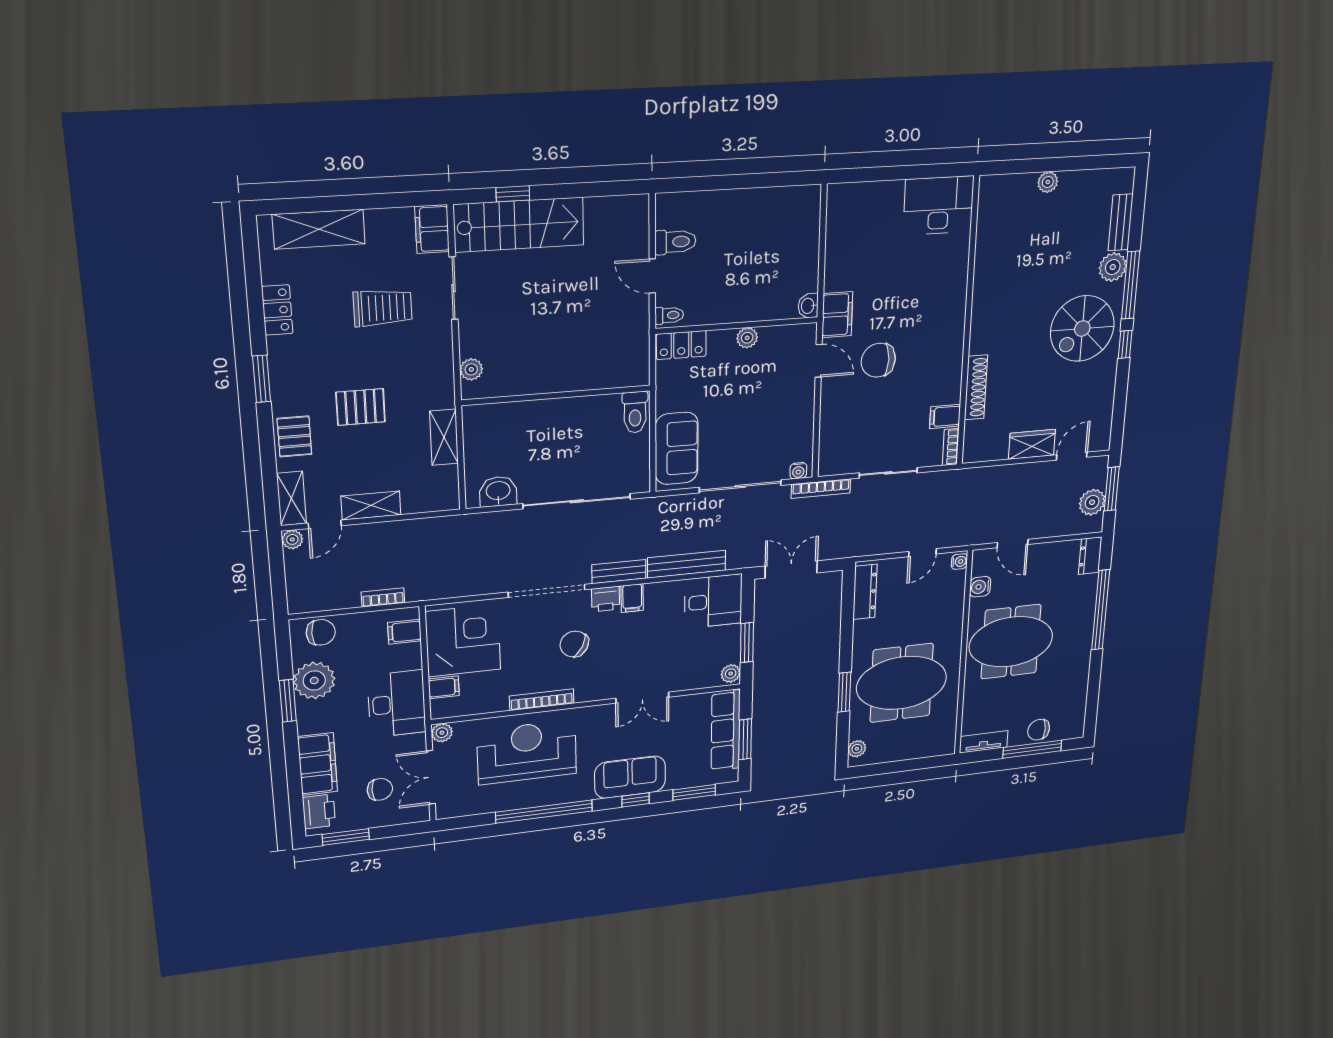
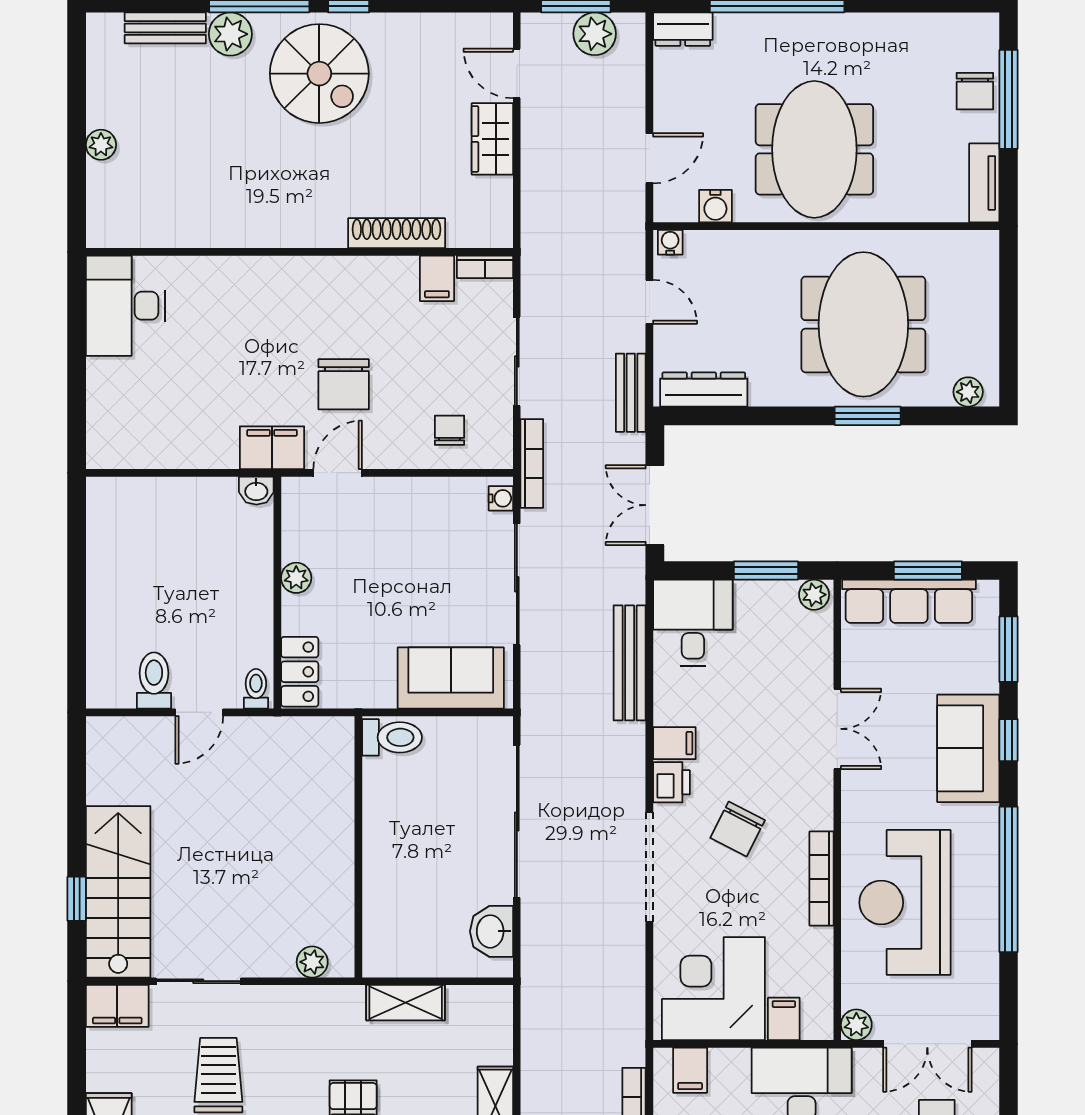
chair: (845, 433) -> (450, 430), added
bench: (619, 572) -> (631, 393), moved

